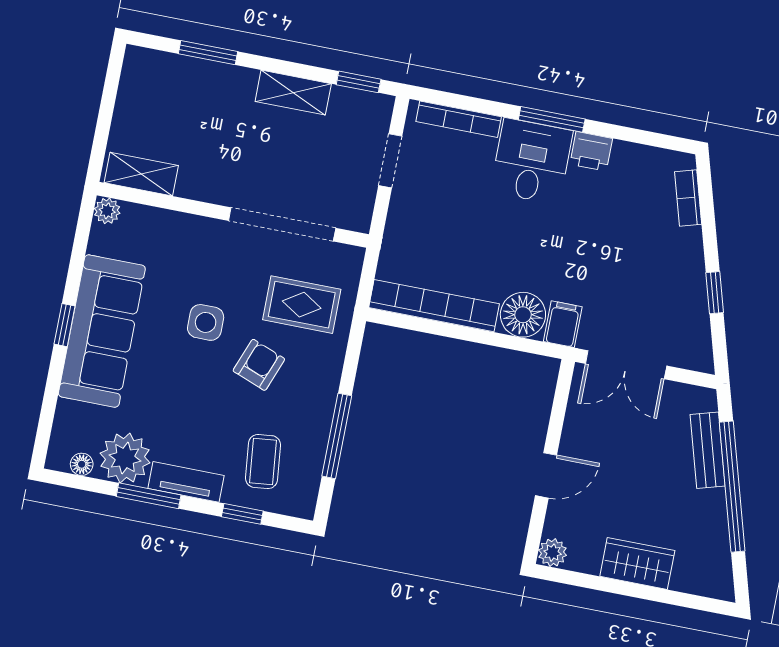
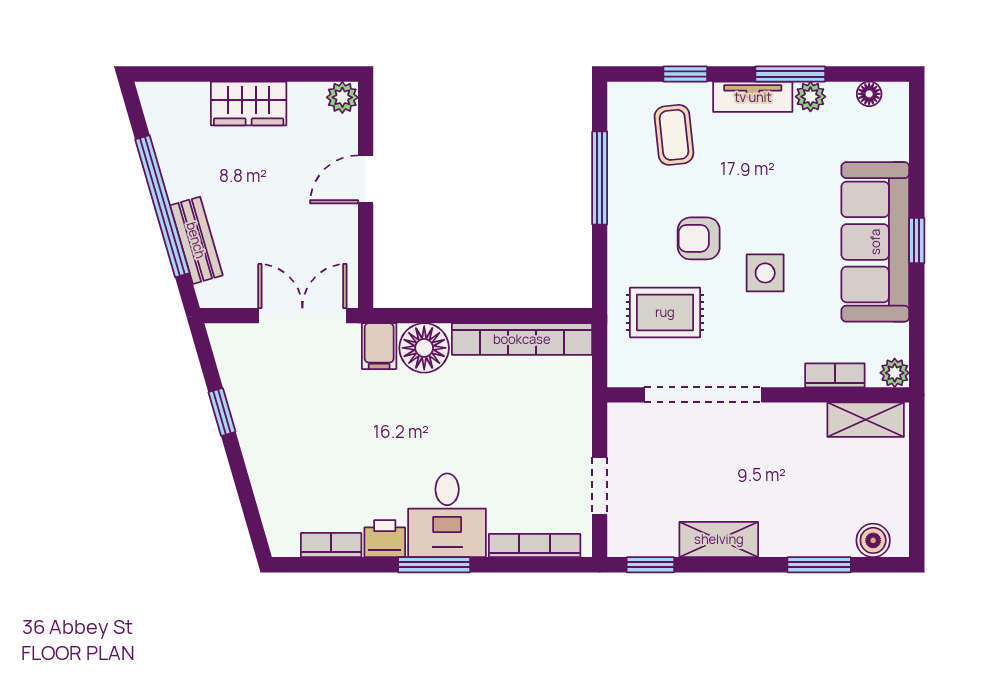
boiler: (156, 65) -> (873, 540), added
bookcase: (688, 198) -> (331, 545), moved, turned -74
bookcase: (161, 219) -> (835, 375), added
armchair: (259, 365) -> (699, 238), turned 69
plant: (125, 458) -> (810, 97), width x0.53, depth x0.53

